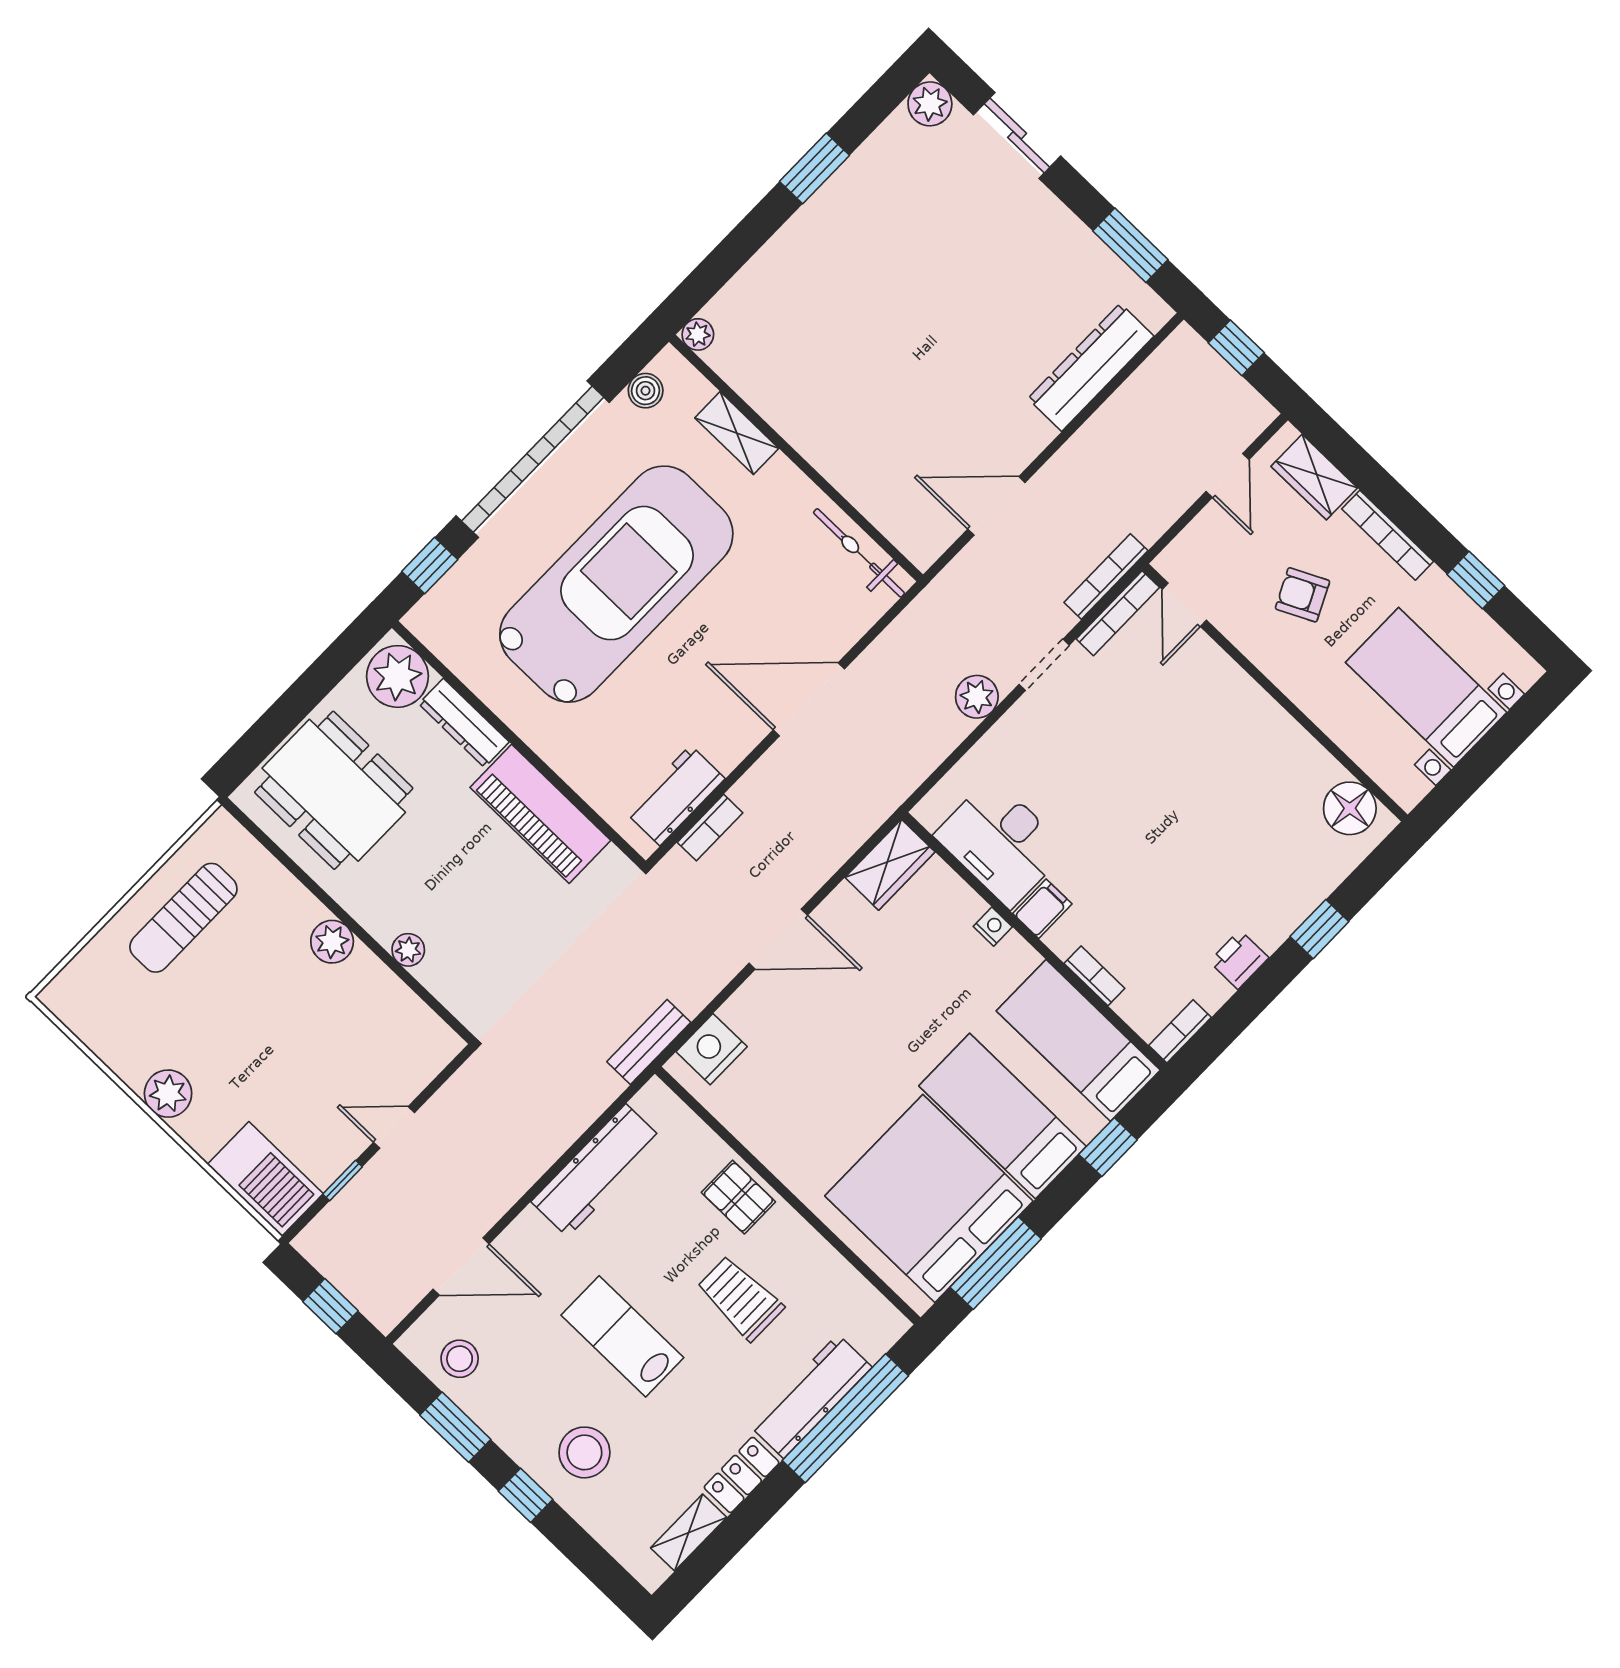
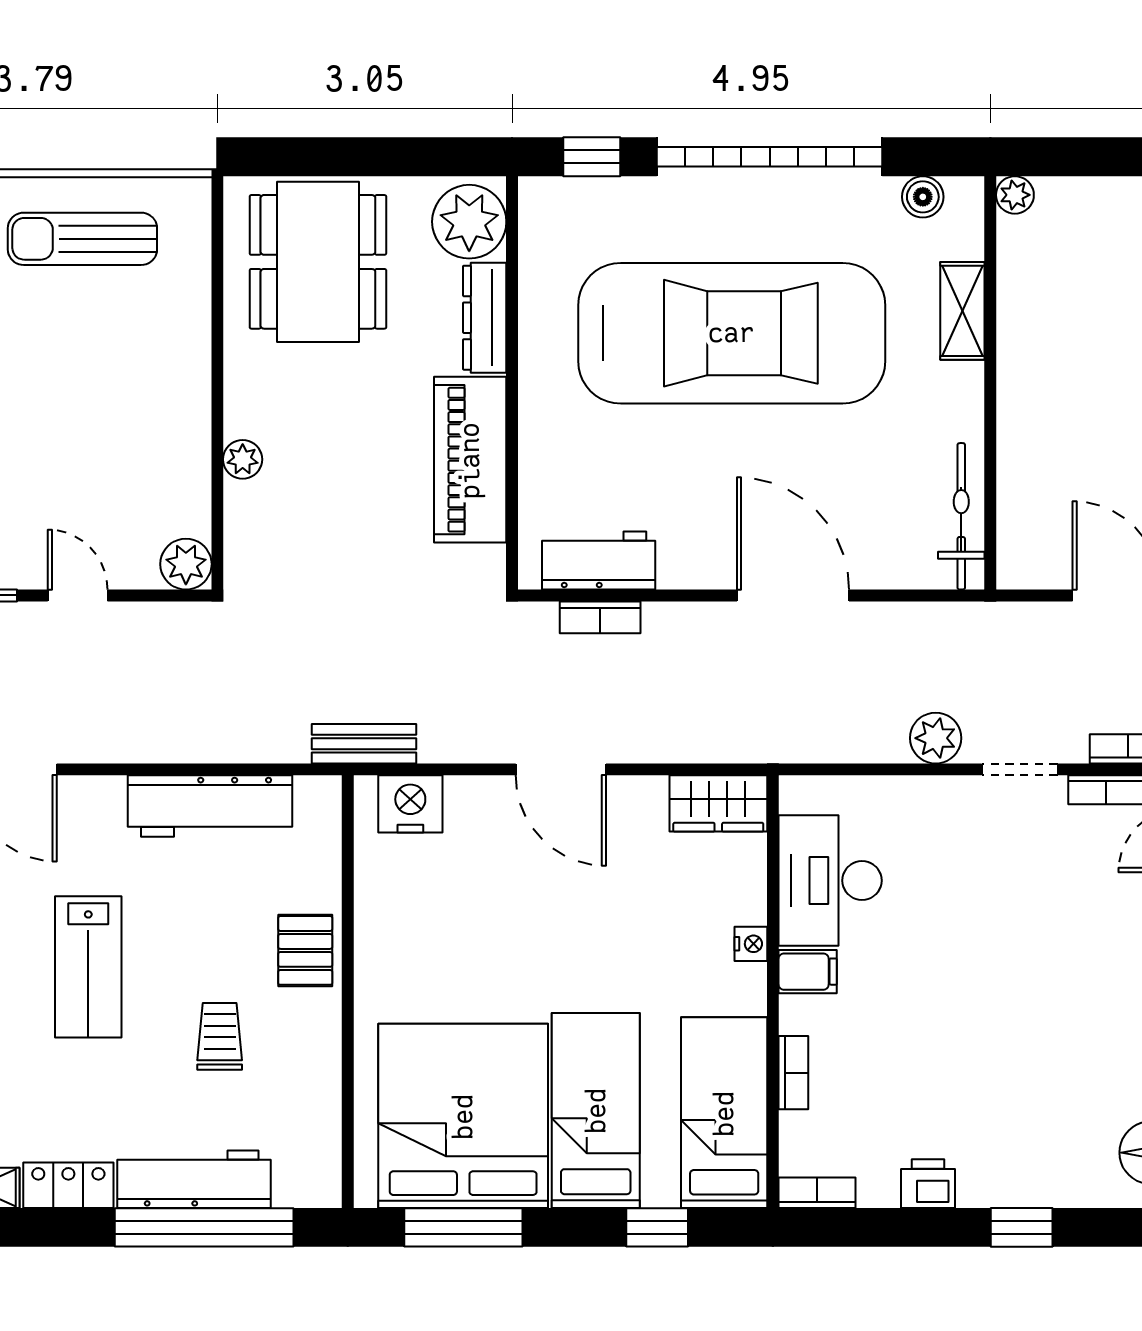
plant: (332, 942) -> (186, 564), moved
trolley: (740, 1298) -> (220, 1036), width x0.73, depth x0.72
lab bench: (622, 1336) -> (88, 967), turned 180

